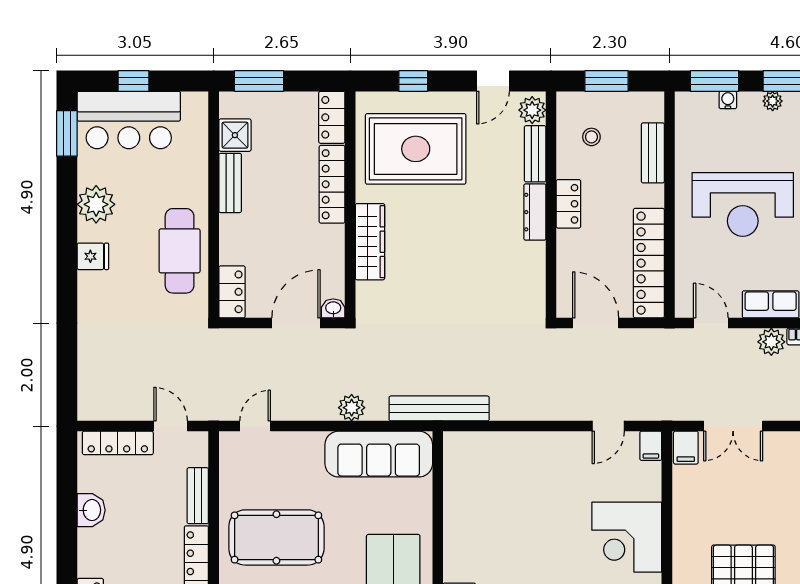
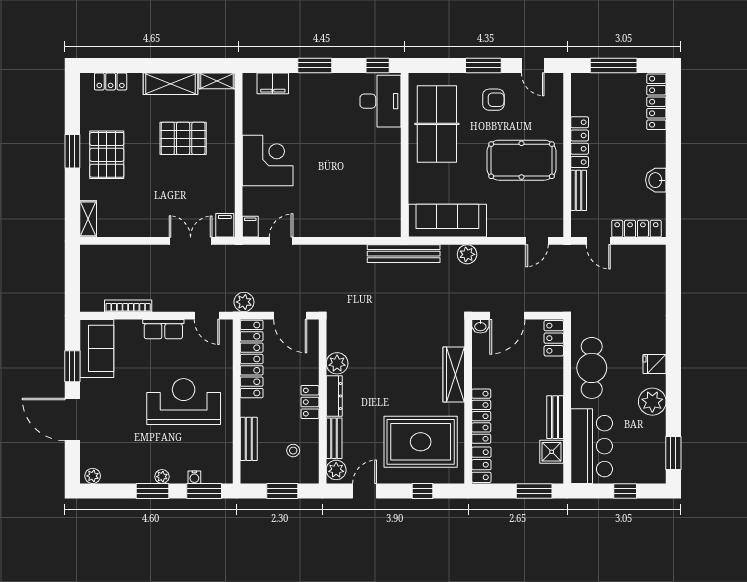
bar counter: (129, 120) -> (592, 446), moved, turned 90
plant: (531, 257) -> (337, 363), added
plant: (771, 342) -> (244, 302), moved

